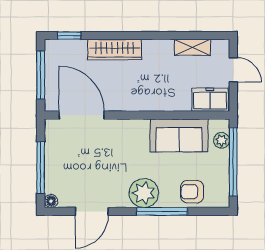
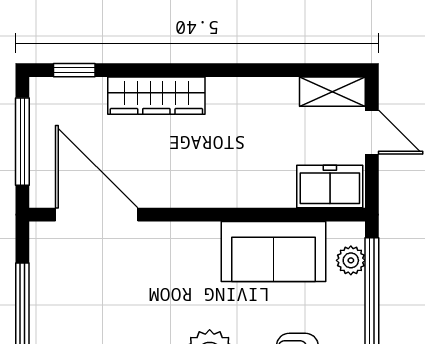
shelving: (192, 47) -> (332, 92), moved

